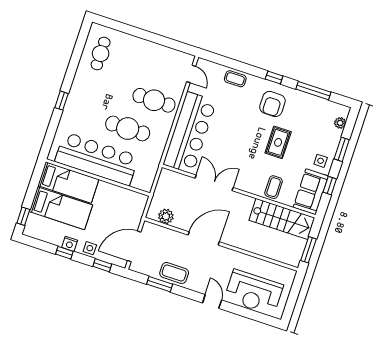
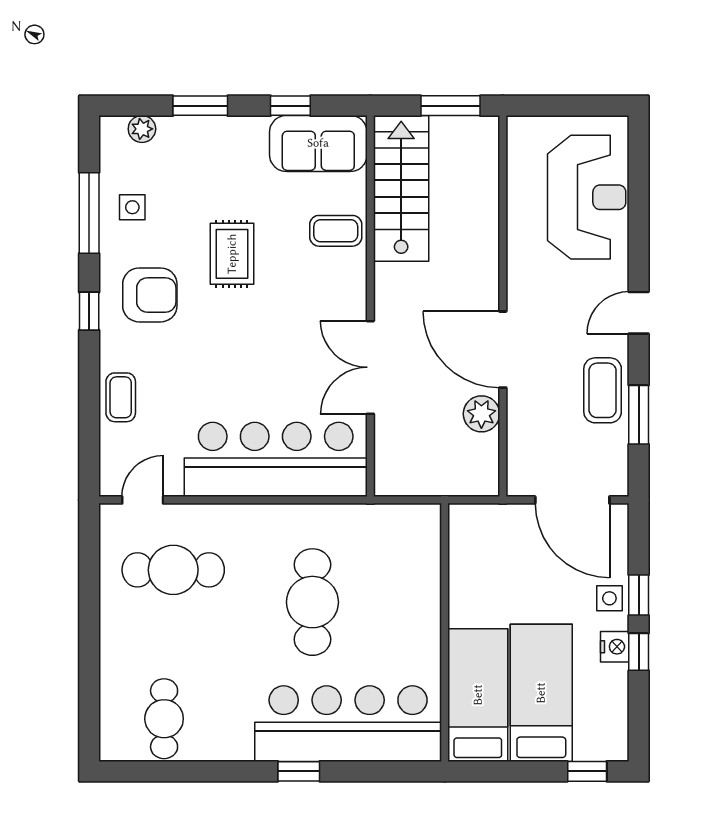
cafe table: (101, 54) -> (164, 719), turned 90
cafe table: (154, 100) -> (173, 570), moved, turned 90
rug: (278, 142) -> (232, 254), turned 90
bar counter: (97, 159) -> (348, 724), moved, turned 90
side table: (321, 161) -> (132, 207), moved
plant: (166, 216) -> (481, 414), moved
window: (102, 265) -> (639, 595), moved
door: (212, 302) -> (639, 313), moved

